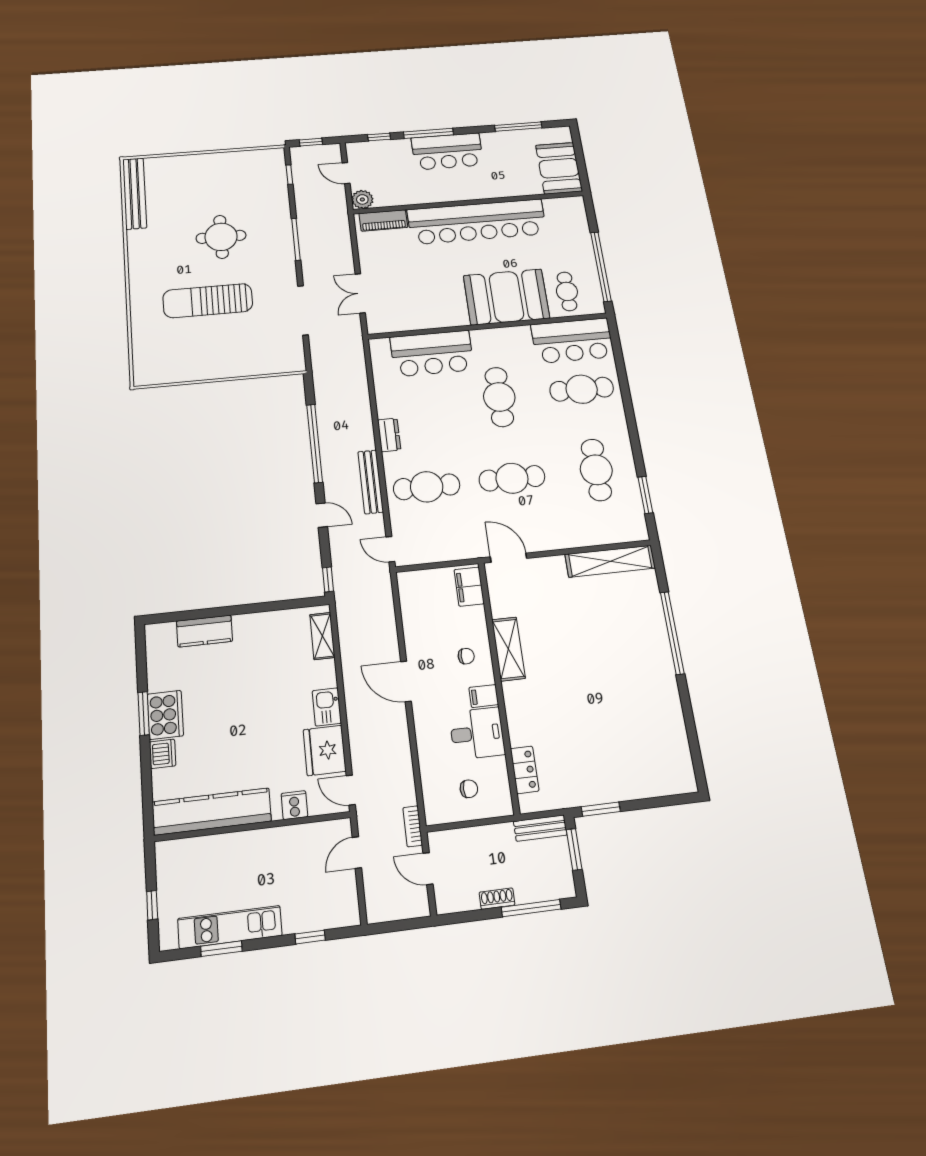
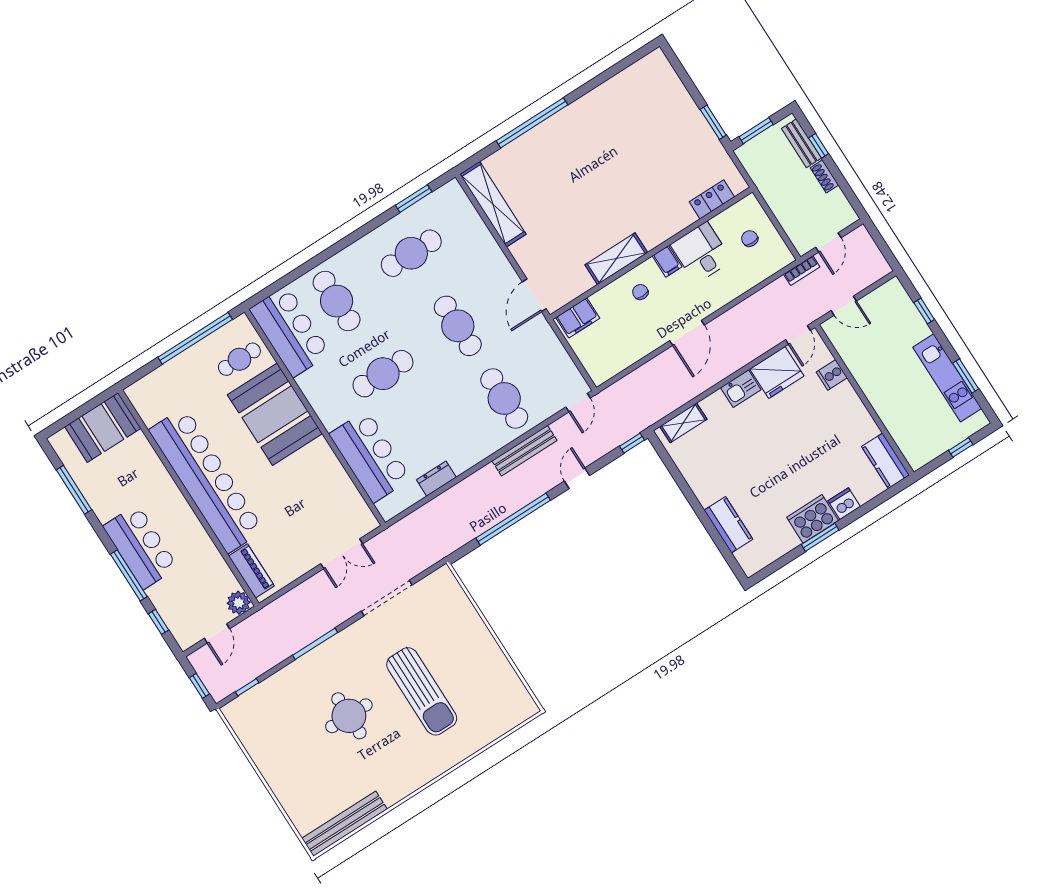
dresser: (389, 435) -> (436, 479), moved
kitchen counter: (212, 812) -> (886, 461), width x0.48, depth x0.86
bench: (540, 828) -> (801, 143), moved
window: (531, 908) -> (818, 146), width x0.46

